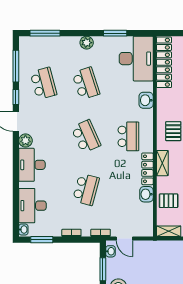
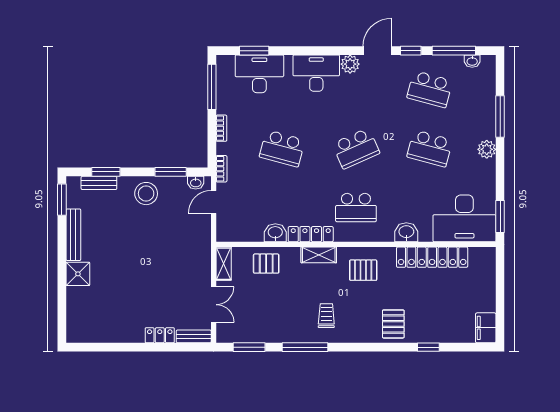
window: (45, 33) -> (500, 116), moved
window: (115, 33) -> (500, 216), moved
locker: (164, 62) -> (432, 257), moved
school desk: (43, 83) -> (430, 89), turned 30
school desk: (86, 83) -> (430, 148), turned 33
pallet: (169, 201) -> (266, 264), turned 90
window: (16, 209) -> (254, 51), added
washbasin: (23, 230) -> (472, 61), moved
window: (42, 240) -> (212, 87), width x1.44

